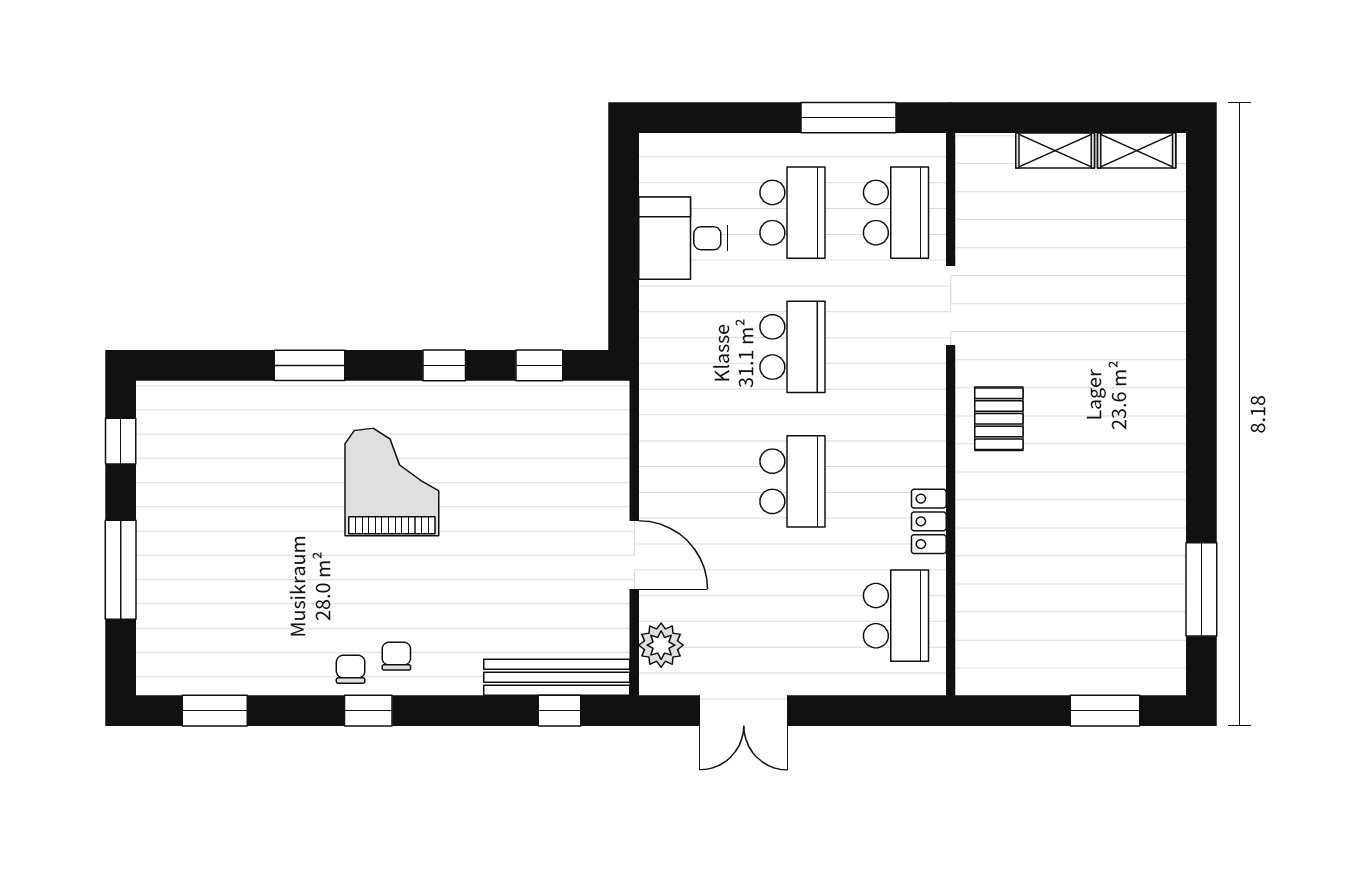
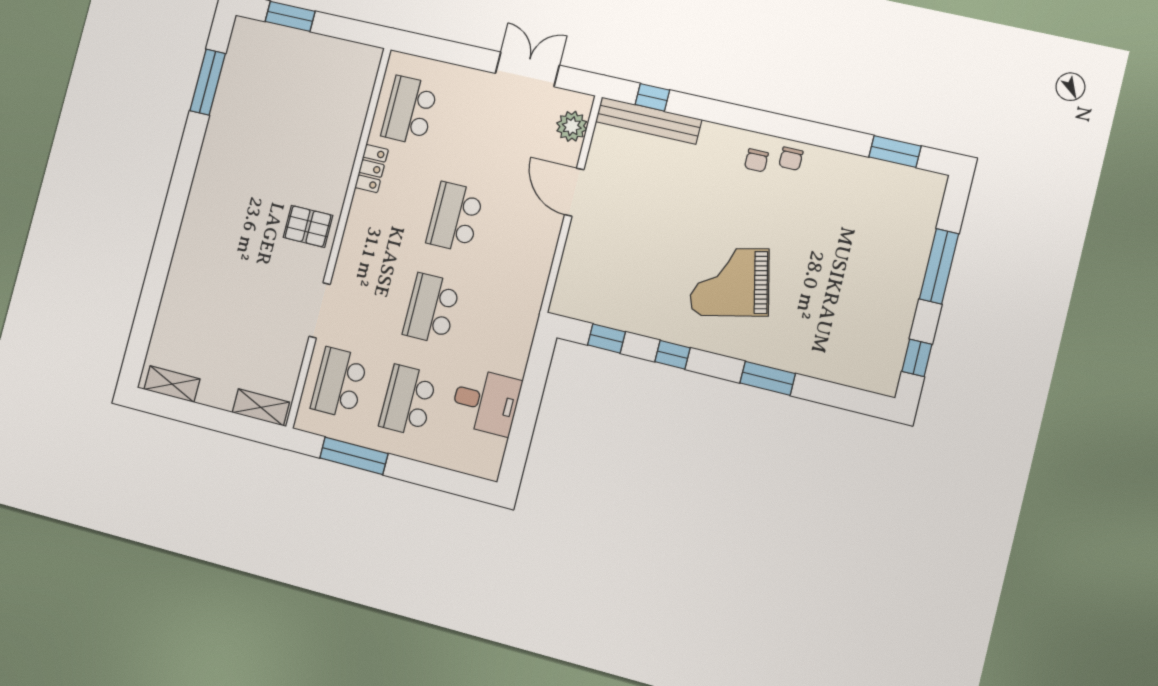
shelving: (1055, 151) -> (261, 407), moved
pallet: (999, 419) -> (308, 226), turned 90
grand piano: (392, 482) -> (730, 282), turned 77
window: (368, 711) -> (786, 127), removed

